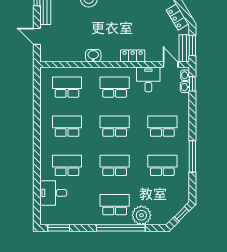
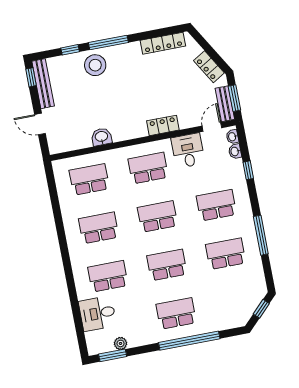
washbasin: (93, 56) -> (101, 137), moved
door: (171, 64) -> (212, 127), hinge flipped
window: (192, 84) -> (248, 170), moved
plant: (141, 215) -> (120, 343), moved, width x0.53, depth x0.53

